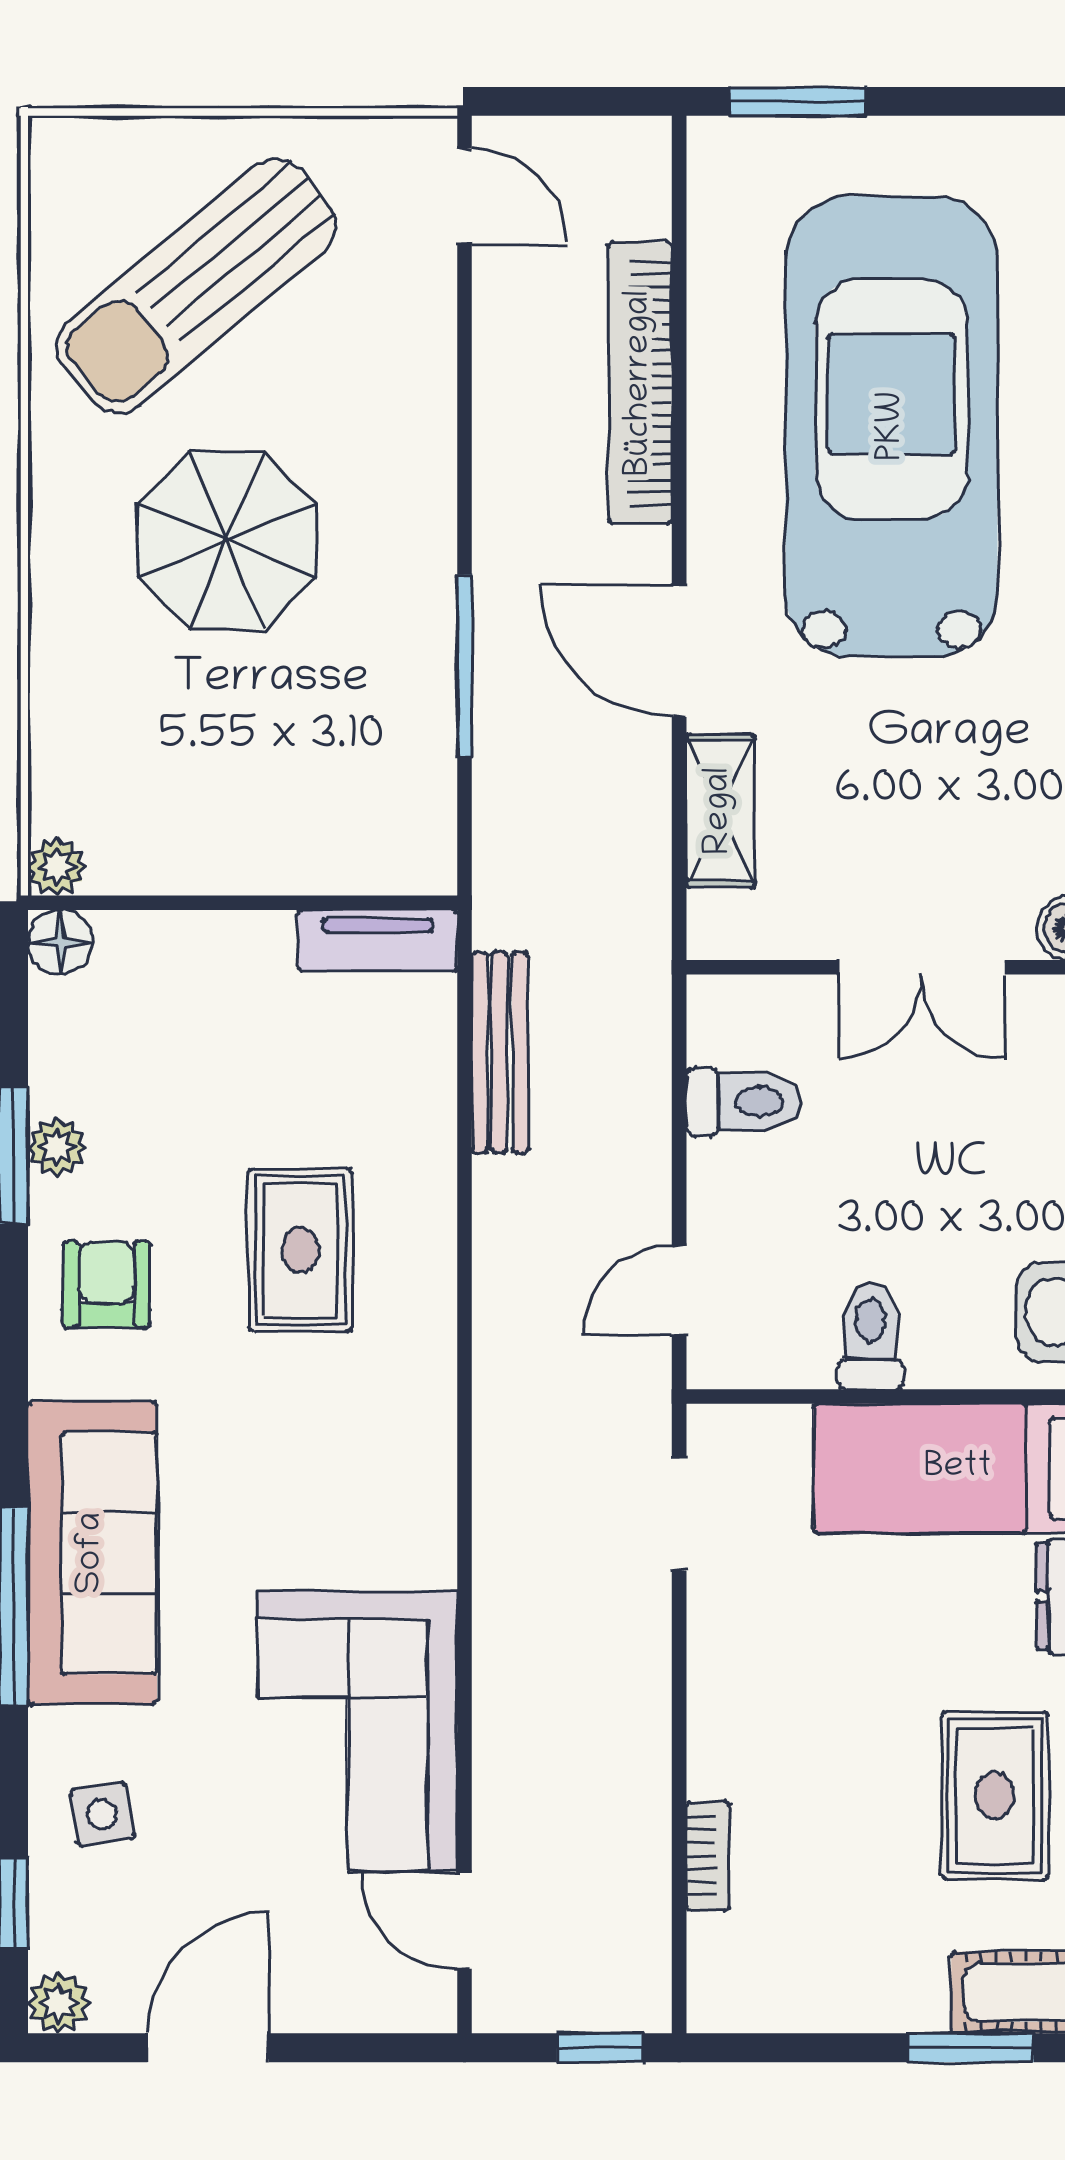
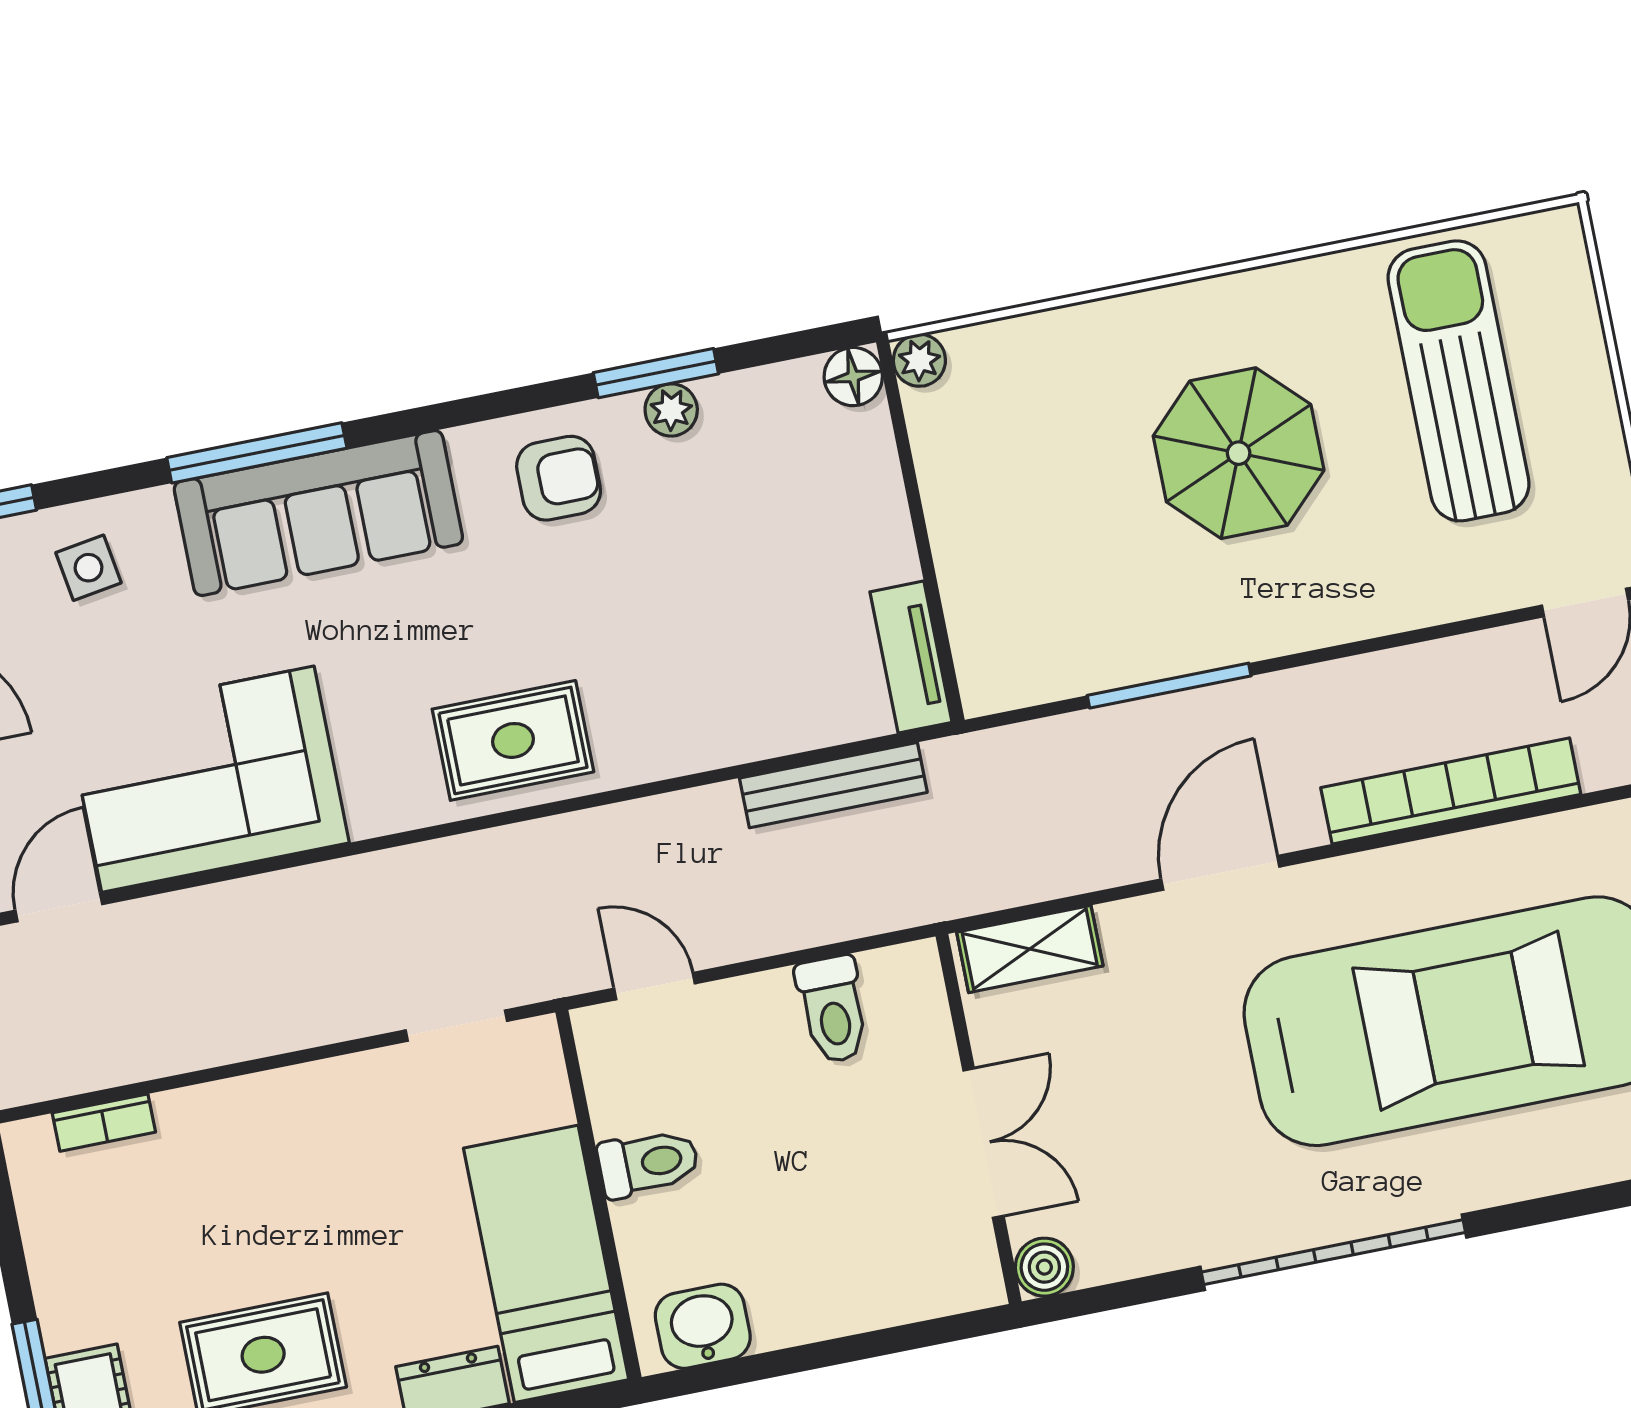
sun lounger: (196, 286) -> (1458, 381), turned 40
shelving: (720, 811) -> (1030, 949), moved
double door: (921, 967) -> (983, 1143), swing flipped
rug: (300, 1250) -> (513, 740), moved
bookcase: (708, 1856) -> (104, 1123), moved

